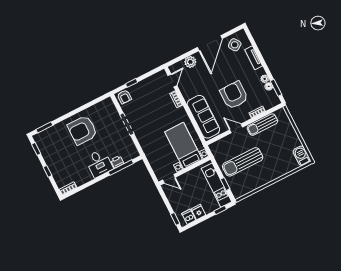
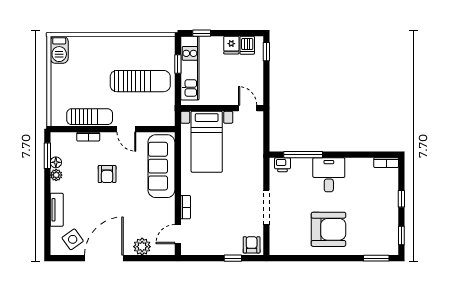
armchair: (234, 95) -> (107, 174), width x0.53, depth x0.53
printer: (117, 162) -> (282, 165), moved

